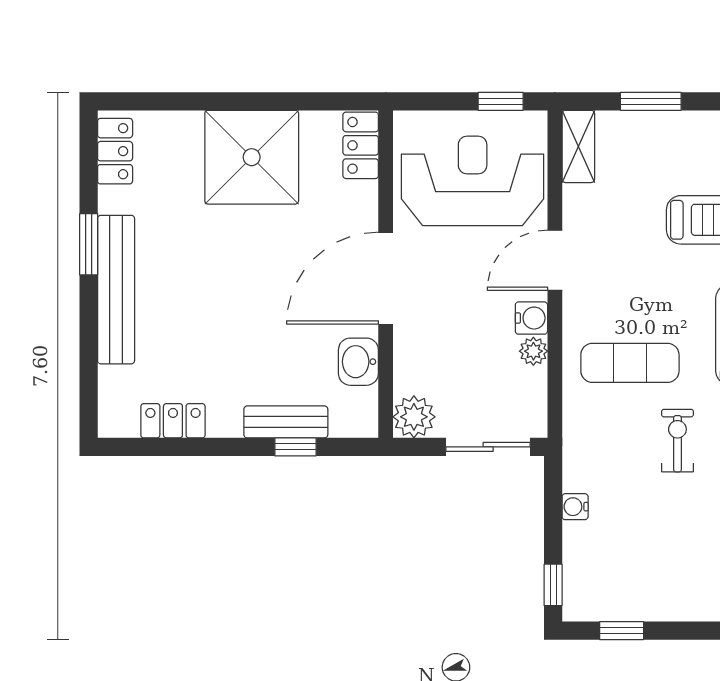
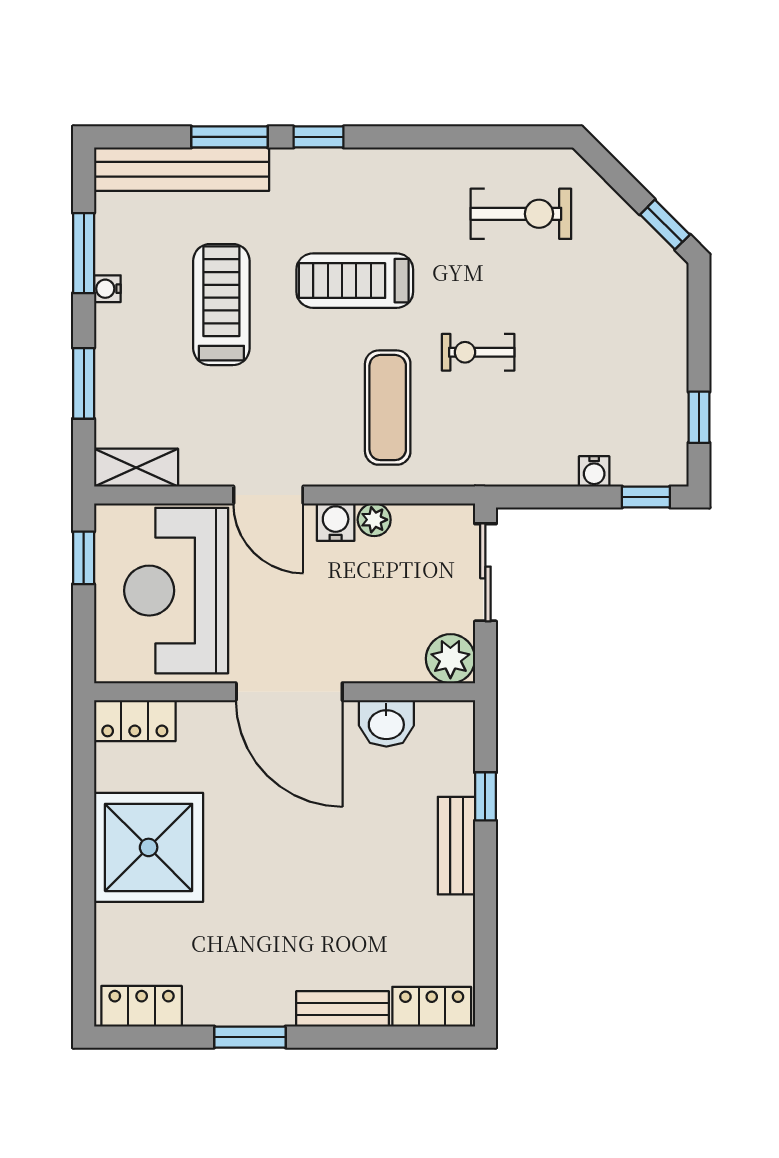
bench: (116, 290) -> (343, 1009), width x0.54, depth x0.82
locker: (173, 421) -> (432, 1007), moved, turned 90
bench: (286, 422) -> (456, 846), moved
water cooler: (575, 507) -> (594, 471), moved

